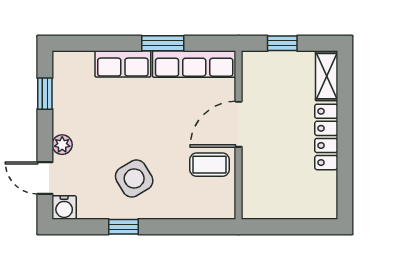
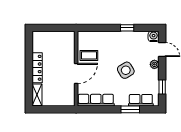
window: (163, 43) -> (130, 109), moved
window: (282, 43) -> (57, 109), removed
row of seats: (123, 64) -> (141, 100), moved
side table: (134, 178) -> (126, 70), moved

